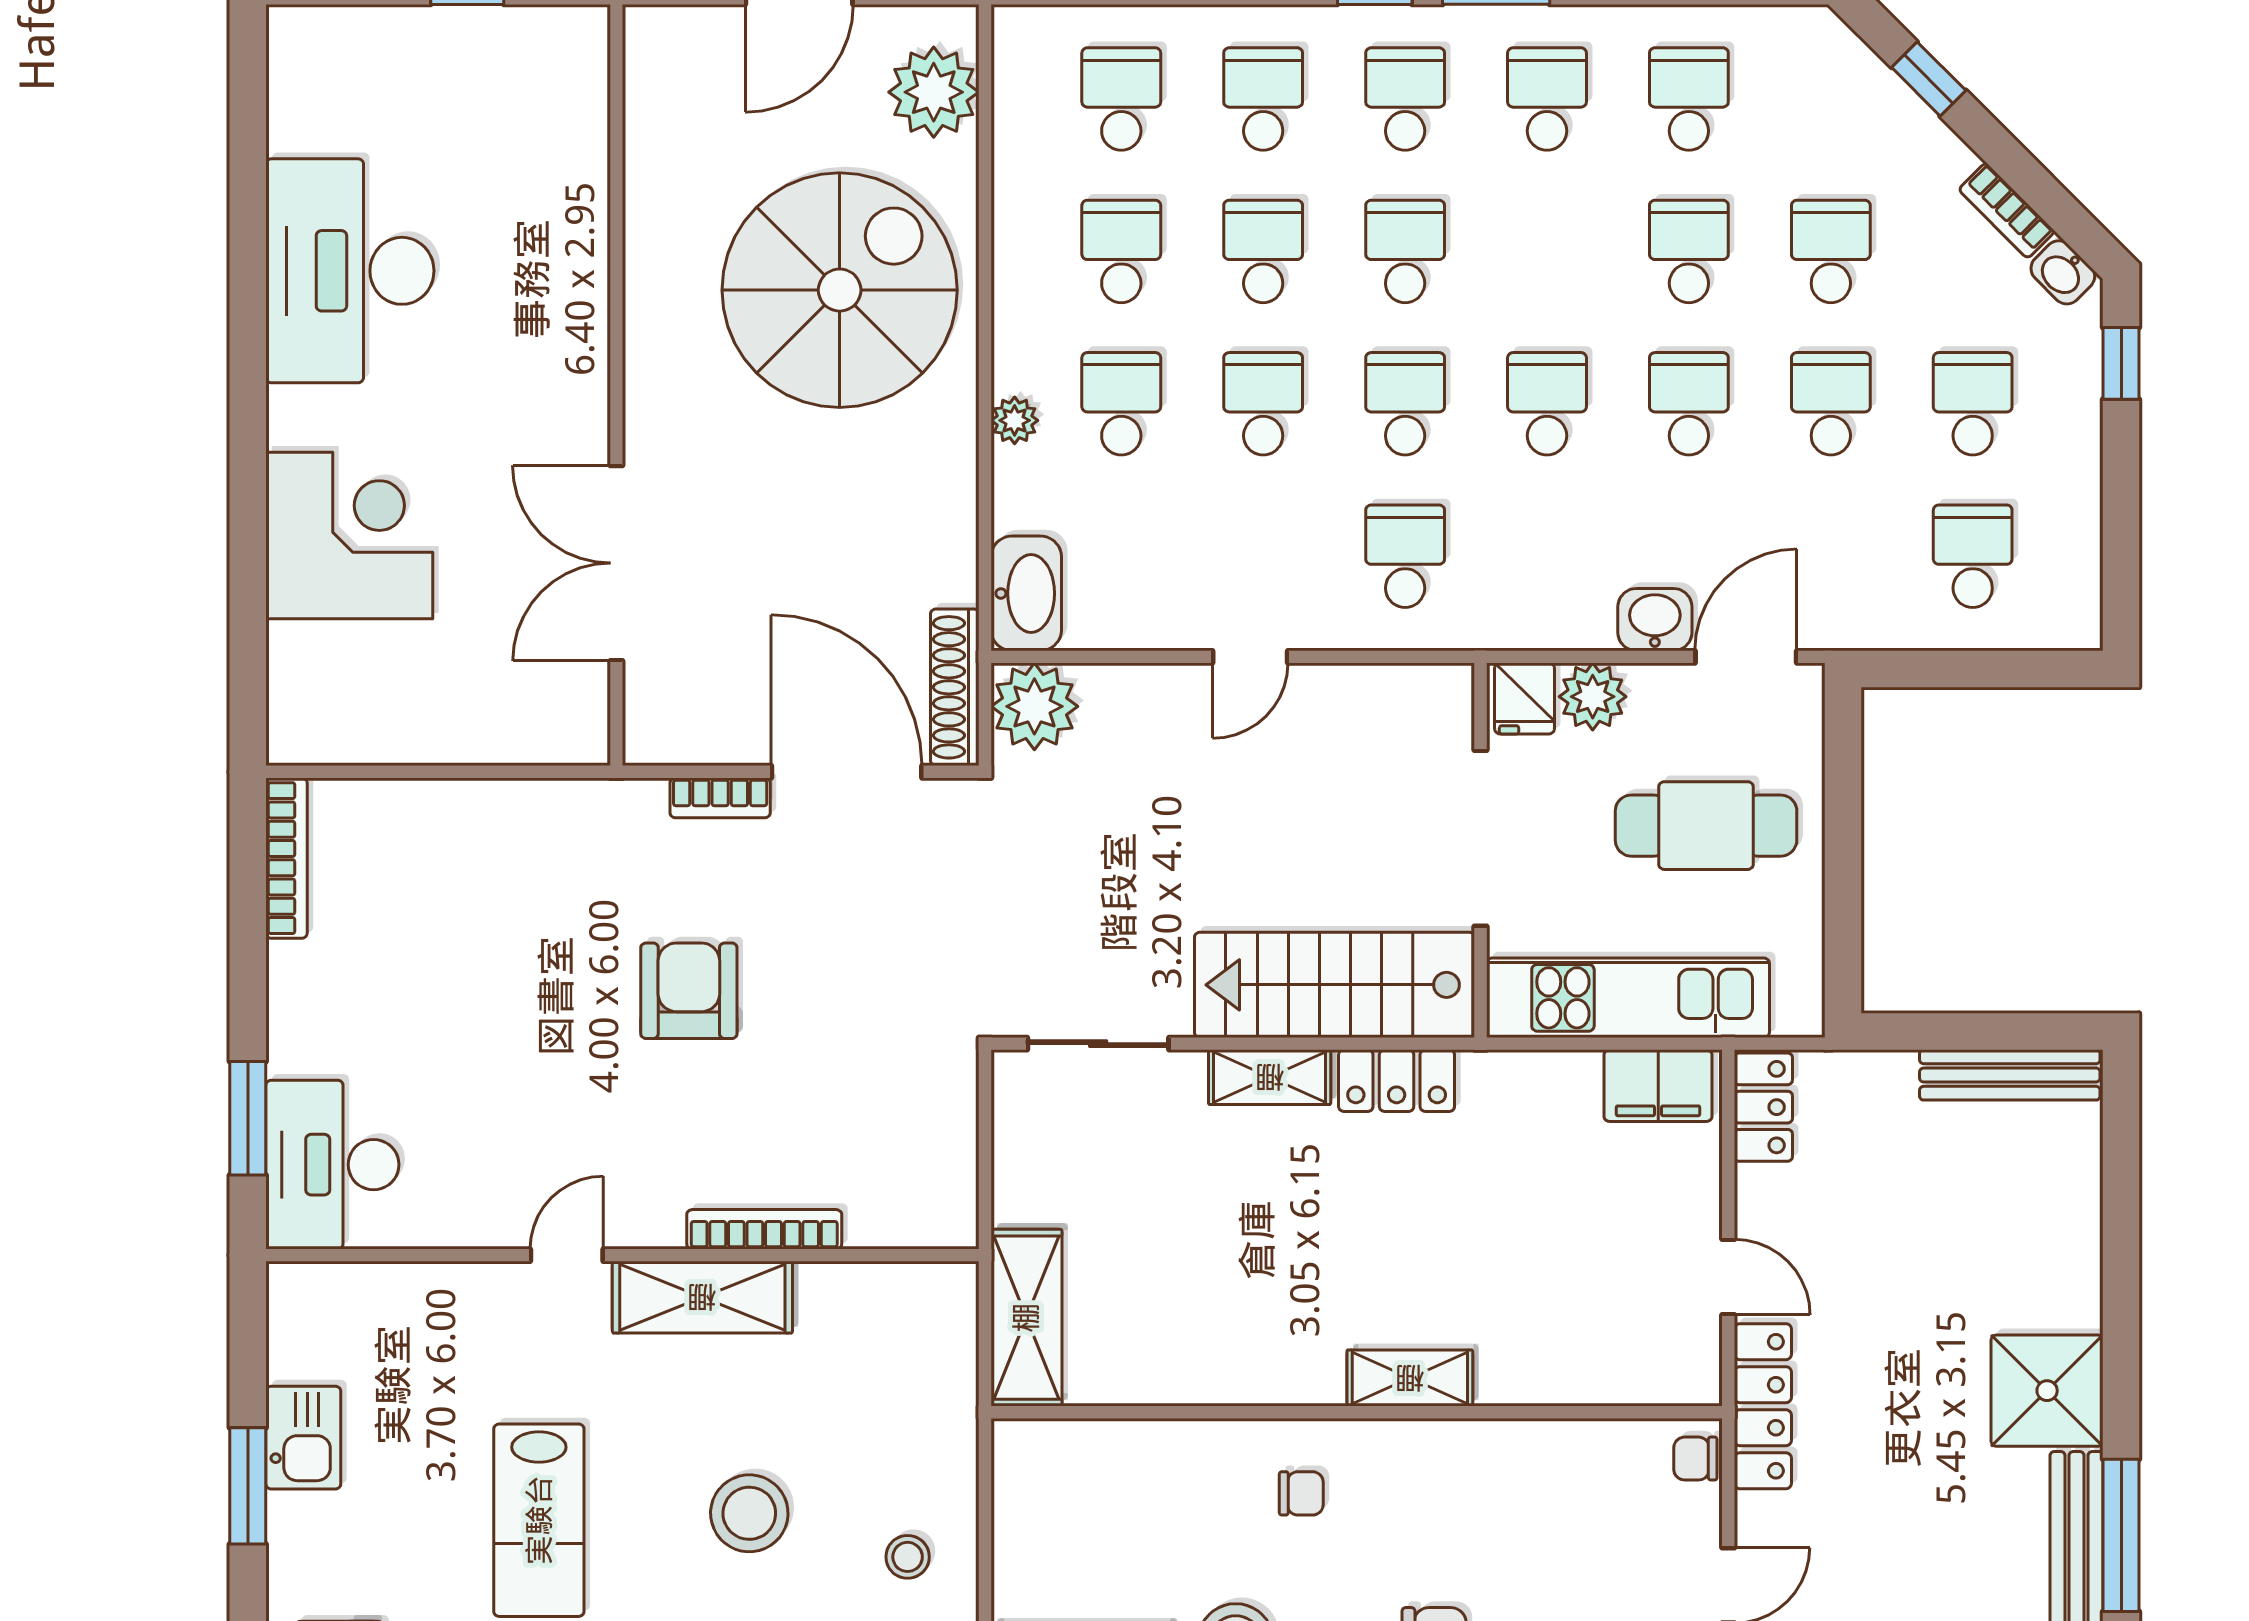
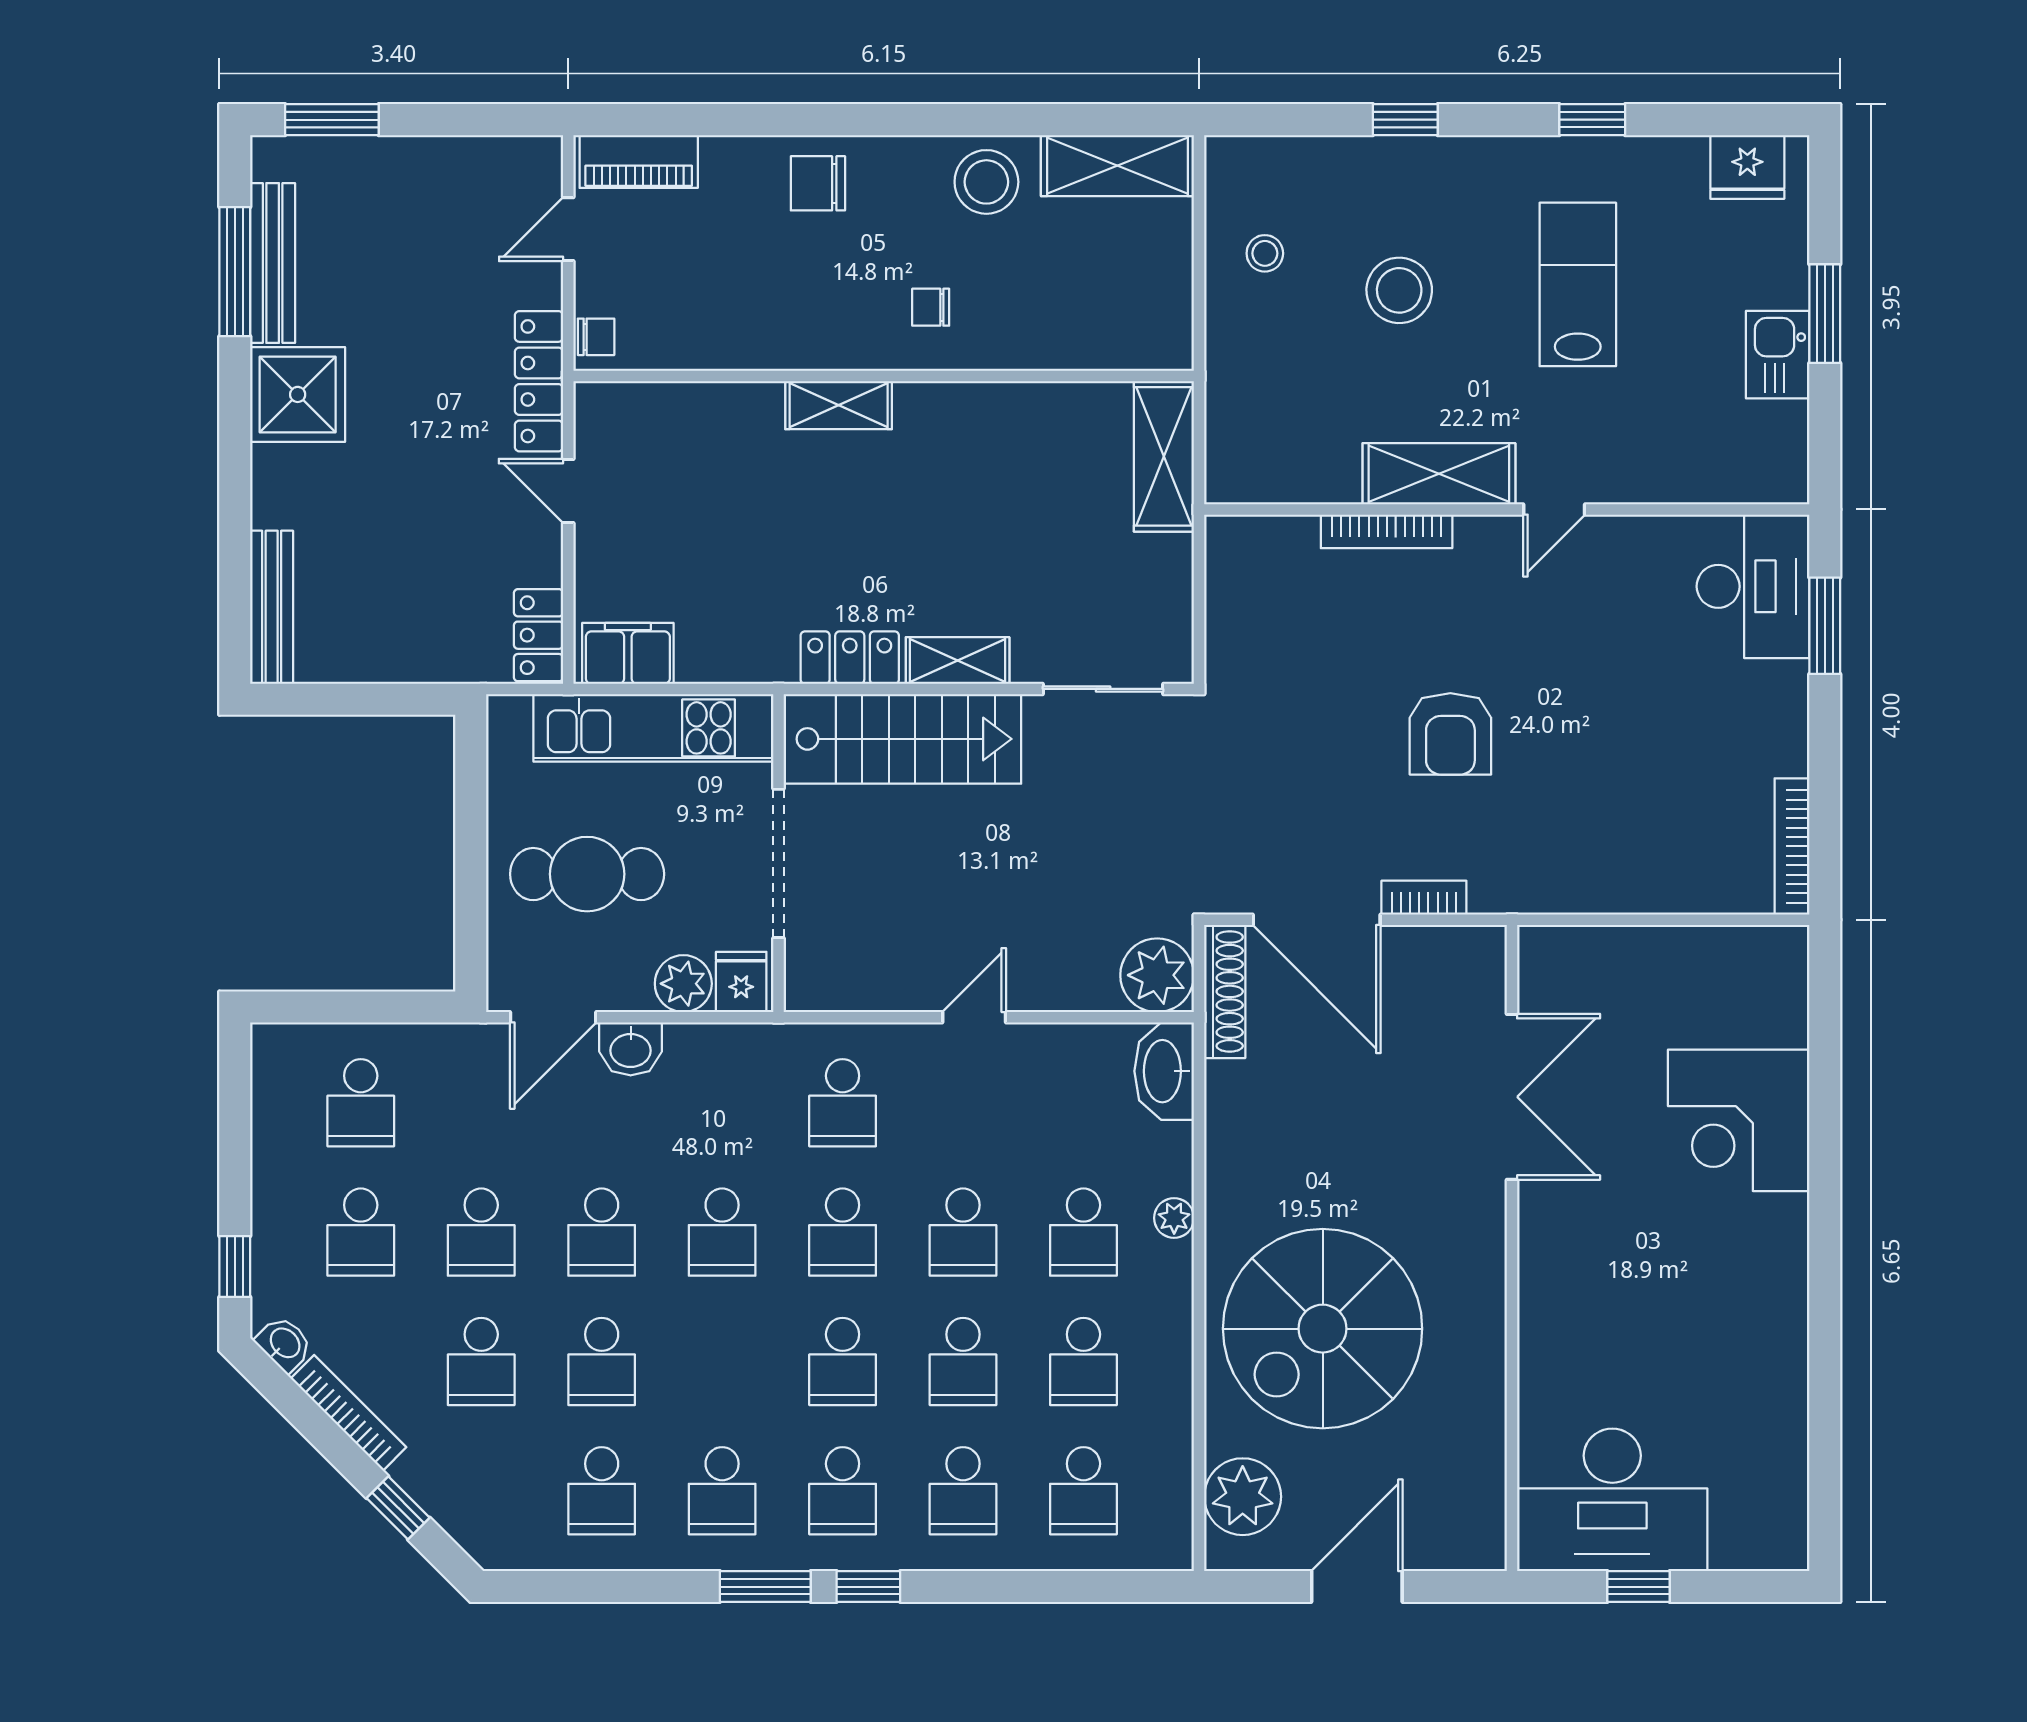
bookcase: (2007, 210) -> (349, 1413), width x1.56
desk: (350, 271) -> (1612, 1500), moved, turned 90
bench: (2010, 1075) -> (272, 607), moved, turned 90

